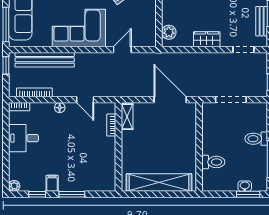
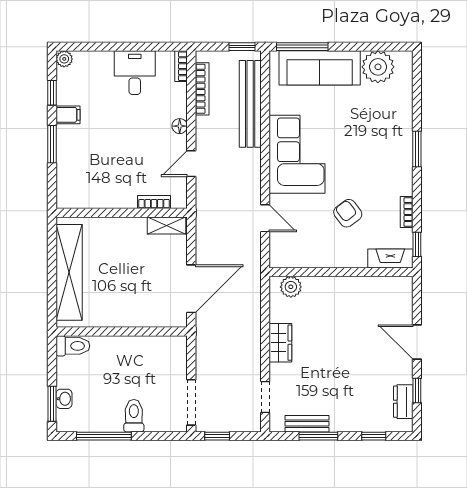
doorway: (231, 100) -> (191, 402), moved
toilet: (213, 162) -> (73, 346), moved, turned -90

